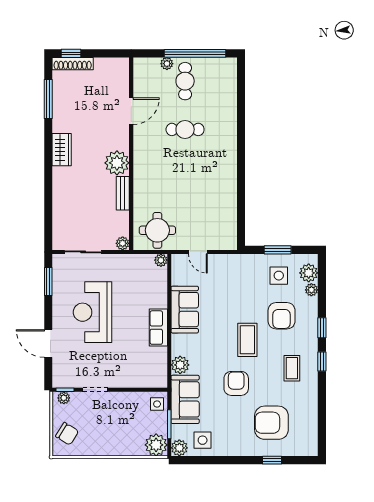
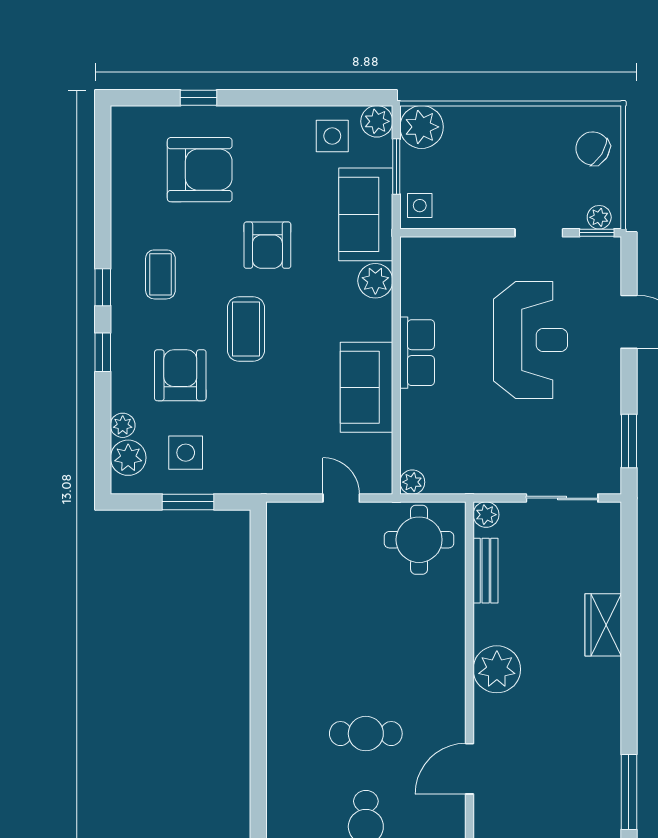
wardrobe: (62, 150) -> (603, 625), moved
bench: (123, 193) -> (486, 571), moved
reception desk: (92, 312) -> (530, 340), moved

